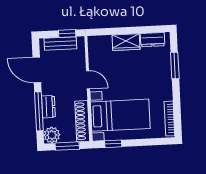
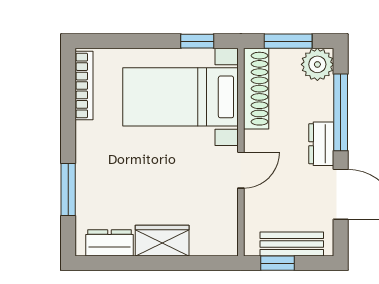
door: (88, 80) -> (241, 170), swing flipped
dresser: (48, 107) -> (321, 144), moved

